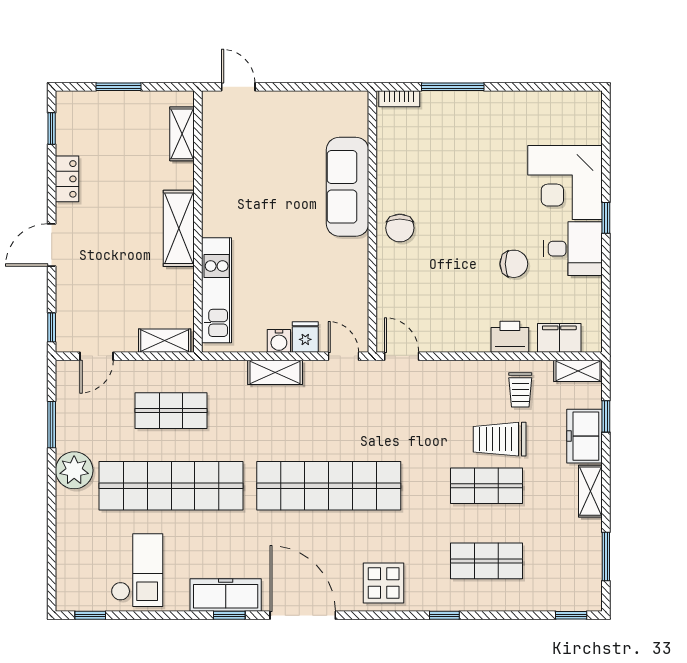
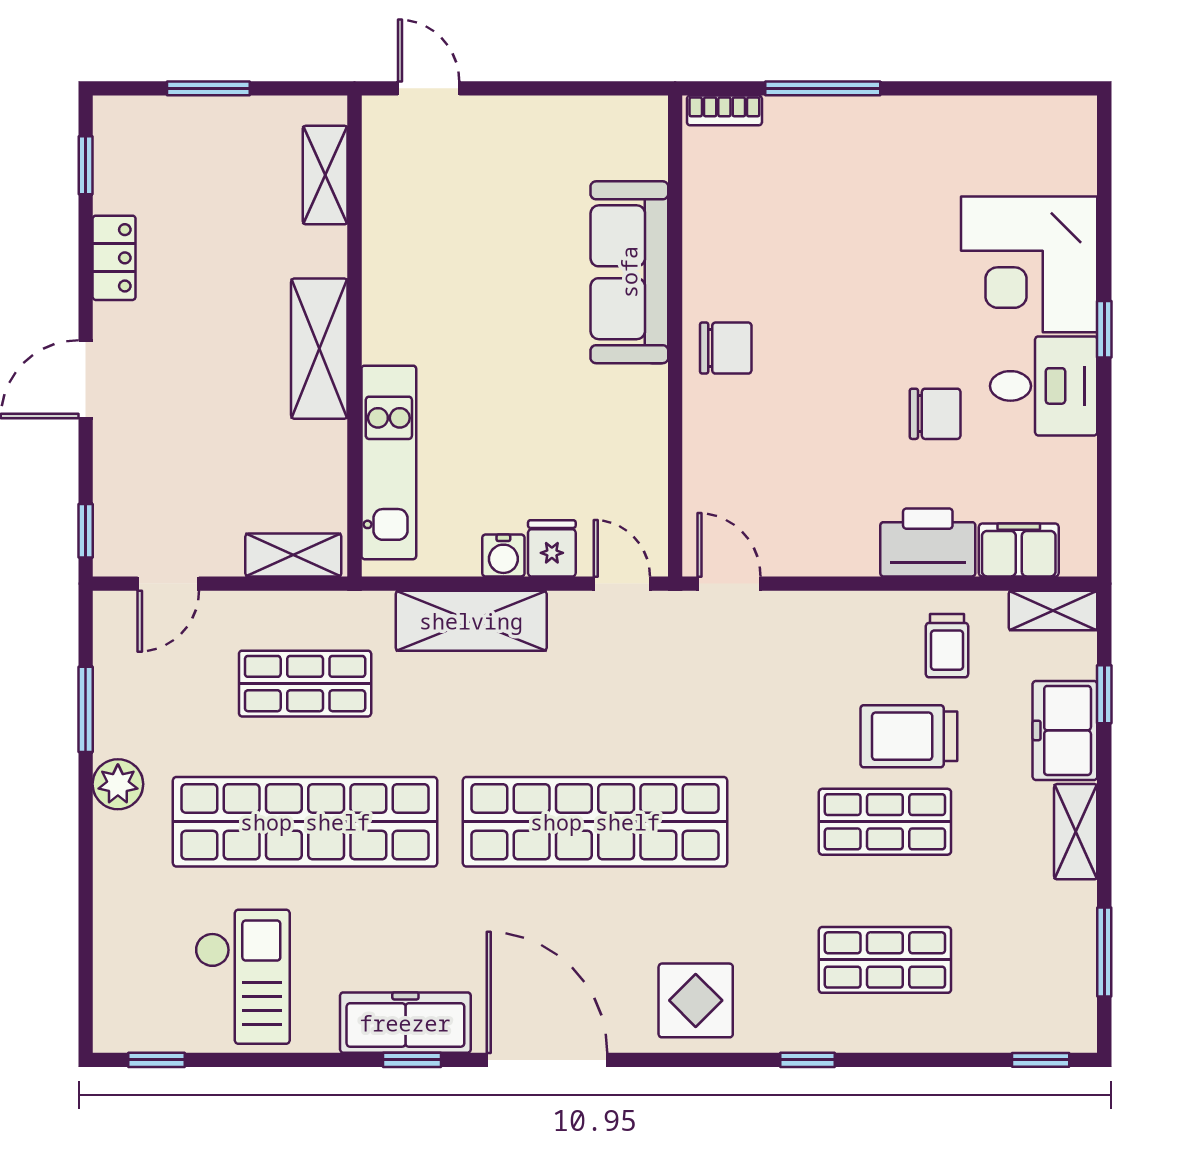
chair: (400, 228) -> (726, 348), turned -90
printer: (510, 337) -> (928, 542), width x1.37, depth x1.19
shelving: (275, 372) -> (471, 621), width x1.50, depth x1.33
plant: (74, 470) -> (118, 784), width x0.73, depth x0.73

